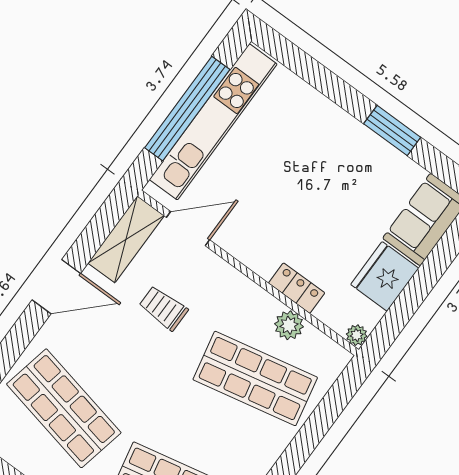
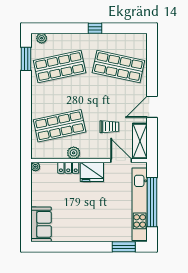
window: (392, 131) -> (124, 247), moved
door: (188, 229) -> (121, 161), swing flipped
fridge: (385, 276) -> (92, 172), moved, turned 90
plant: (289, 325) -> (74, 153), moved

